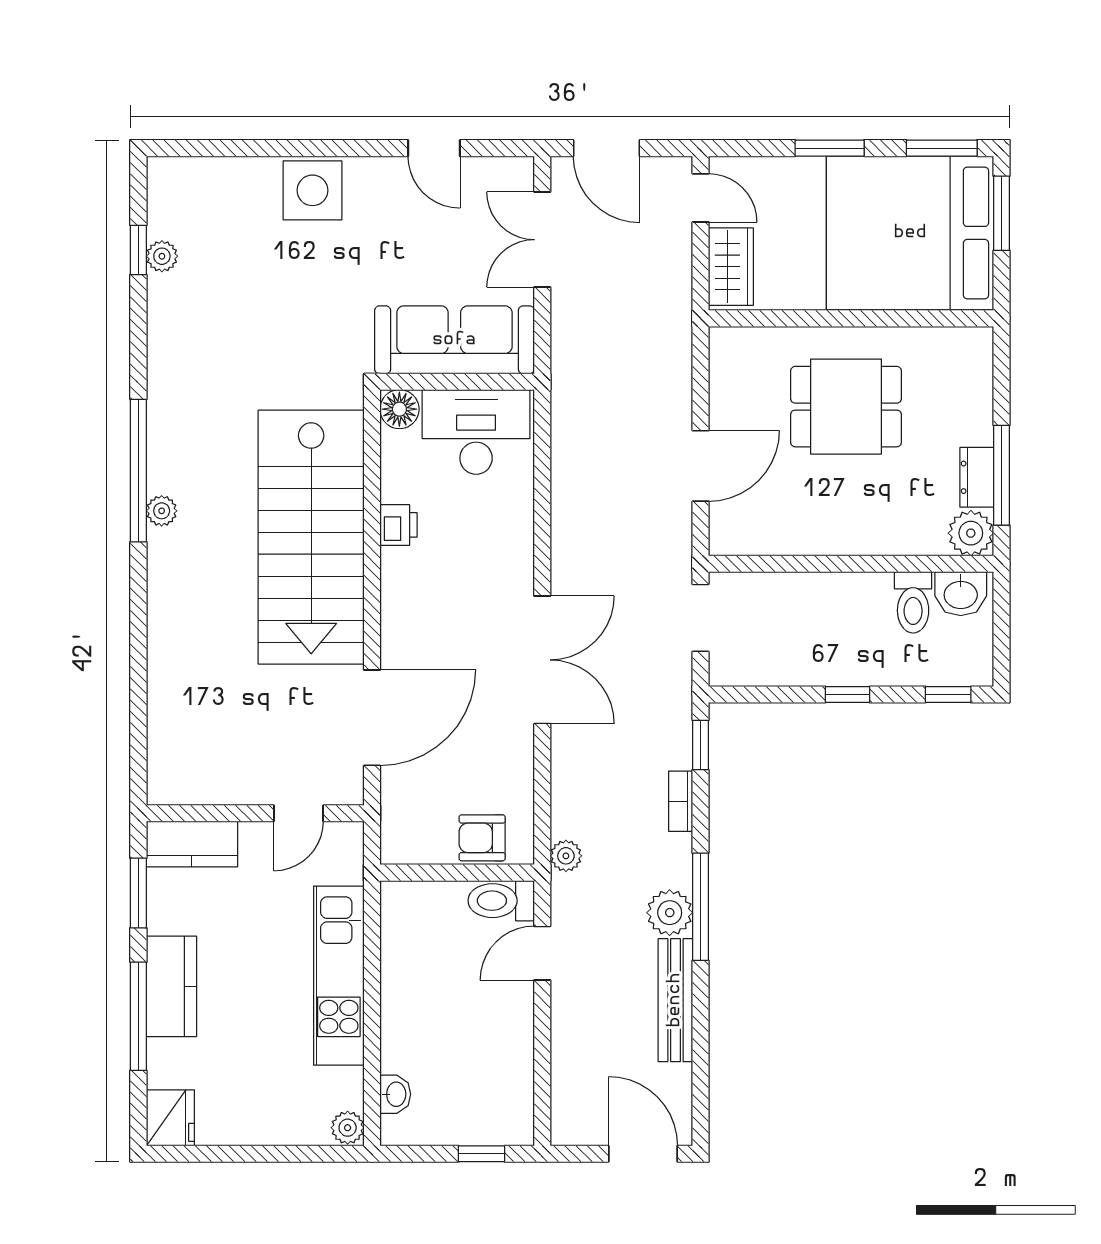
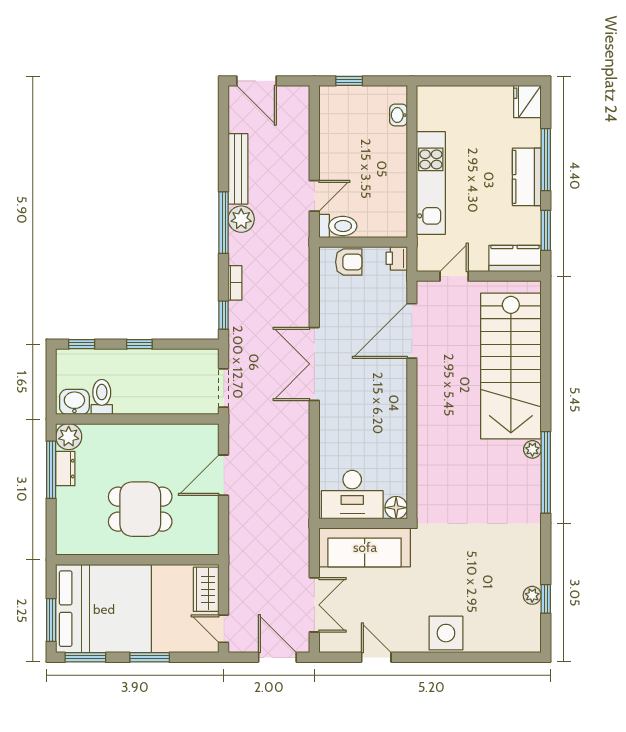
printer: (398, 525) -> (397, 258), moved
stairs: (311, 537) -> (511, 366), moved, turned 180
plant: (566, 856) -> (301, 252), removed
plant: (348, 1128) -> (426, 96), removed

